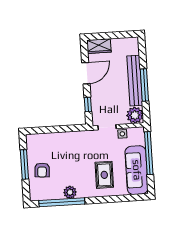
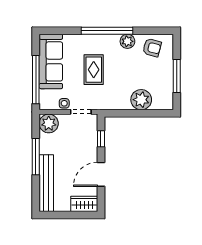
bench: (135, 81) -> (46, 183), moved
plant: (54, 141) -> (141, 100), added
armchair: (42, 170) -> (152, 48), moved, turned 101
rug: (104, 175) -> (94, 70), moved
window: (62, 202) -> (107, 31), moved

